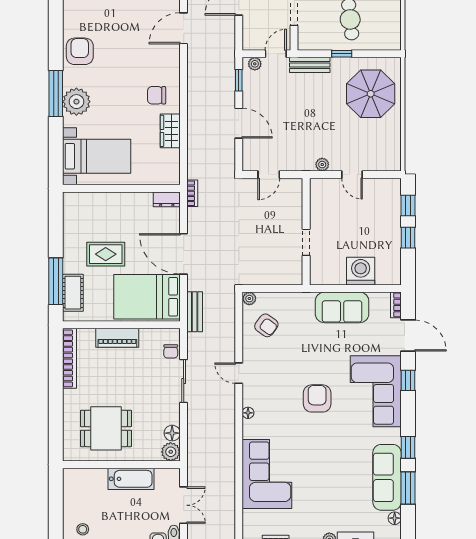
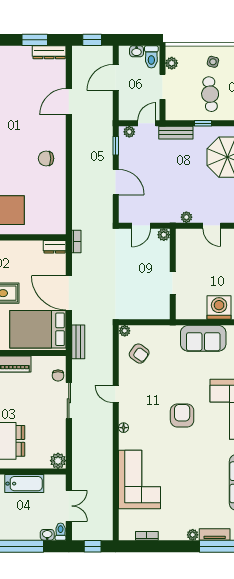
wardrobe: (170, 131) -> (58, 189), removed
plant: (295, 185) -> (164, 235), added
floor lamp: (172, 433) -> (59, 445), removed

